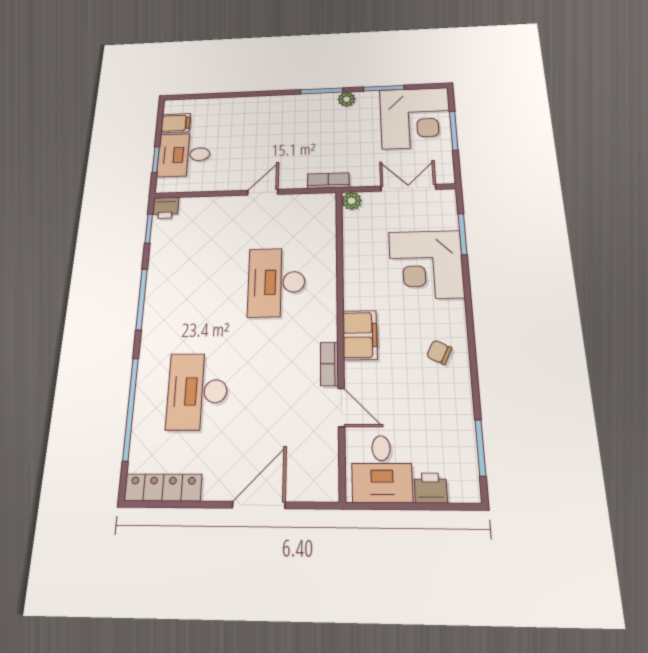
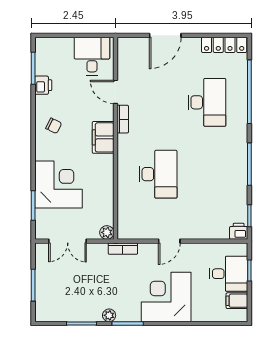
corner desk: (415, 118) -> (166, 297), moved
printer: (431, 488) -> (43, 85), moved, turned -90

